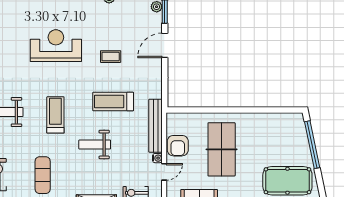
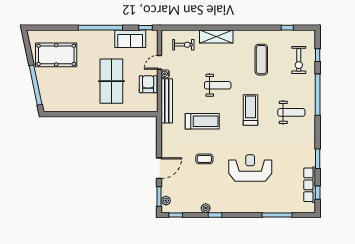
reception desk: (56, 46) -> (250, 168), turned 180
treadmill: (55, 115) -> (251, 110), turned 180

